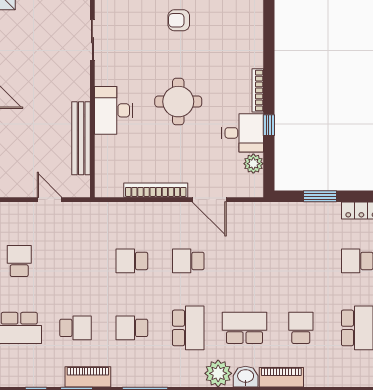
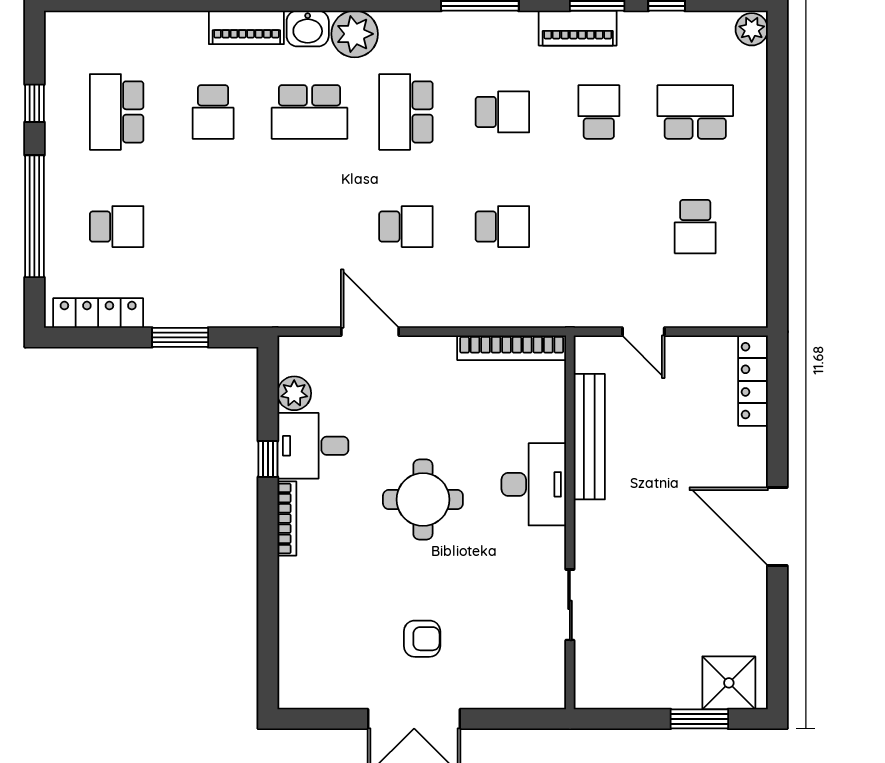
bookcase: (156, 190) -> (512, 348), moved
school desk: (76, 328) -> (599, 112), turned 90

